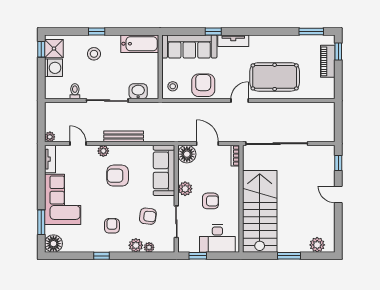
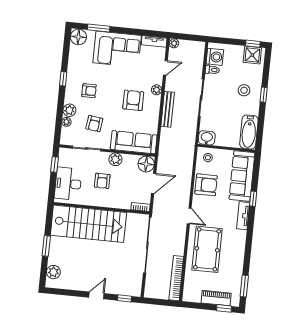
washing machine: (54, 68) -> (215, 57), moved, turned -90
washbasin: (138, 91) -> (207, 138), moved, turned -90
bookcase: (310, 108) -> (176, 278), added

